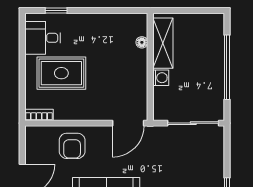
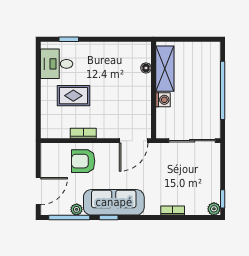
rug: (61, 73) -> (73, 96), width x0.73, depth x0.70
bookcase: (39, 115) -> (83, 133), moved
armchair: (72, 146) -> (83, 161), turned 90

